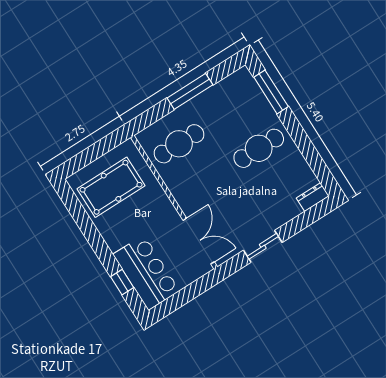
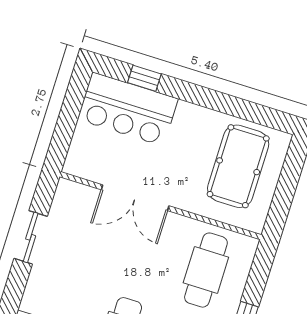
double door: (199, 241) -> (135, 198), moved

